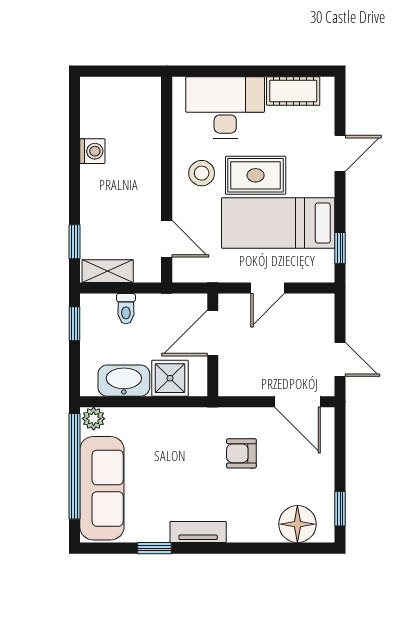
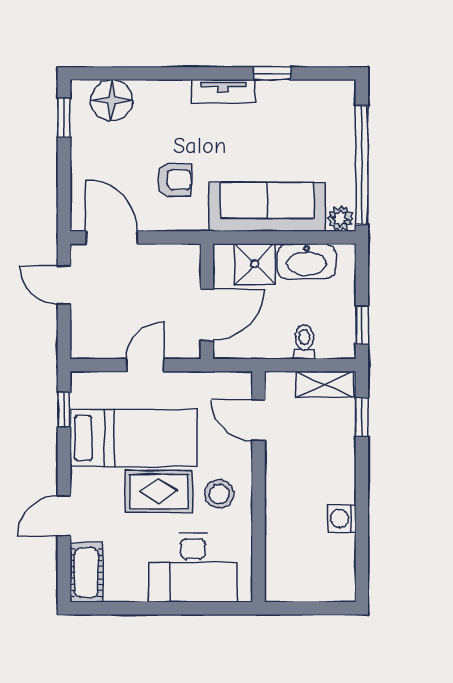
cot: (293, 91) -> (86, 572), moved, turned 90
sofa: (102, 488) -> (267, 207), moved, turned 90

